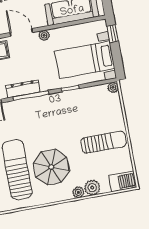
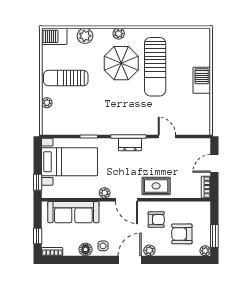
plant: (113, 87) -> (47, 103), moved
dresser: (23, 89) -> (130, 145), width x0.70
plant: (78, 192) -> (119, 34), moved

